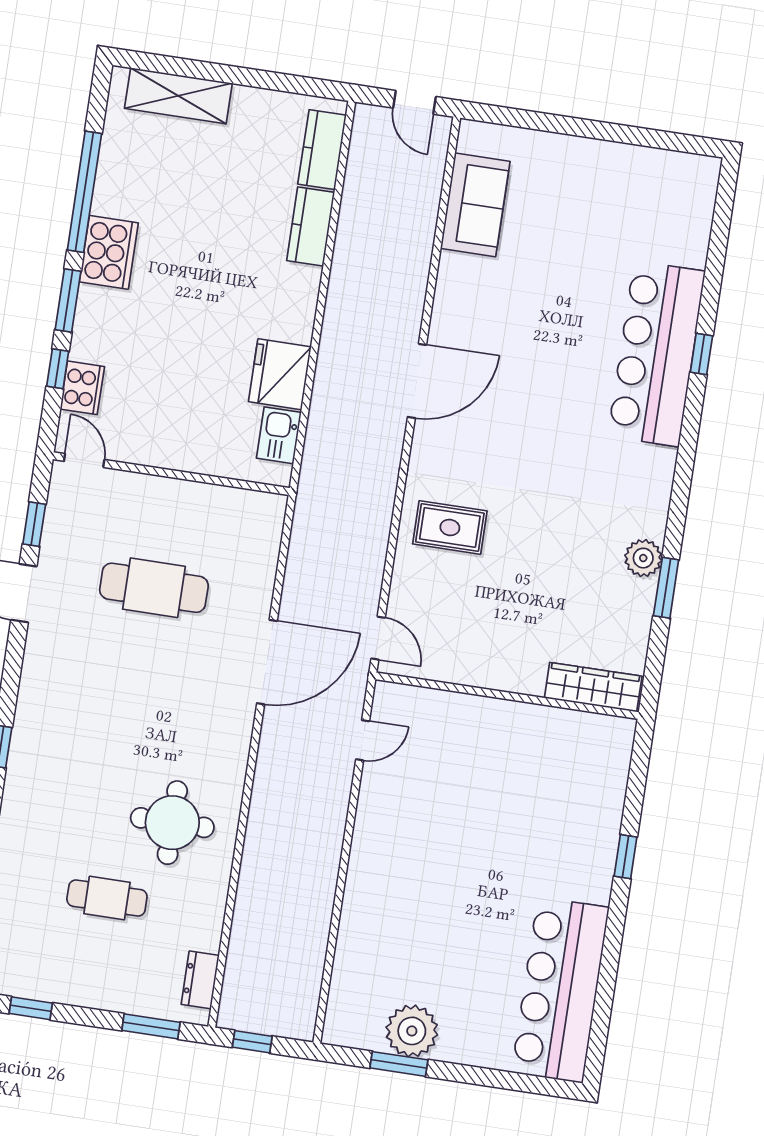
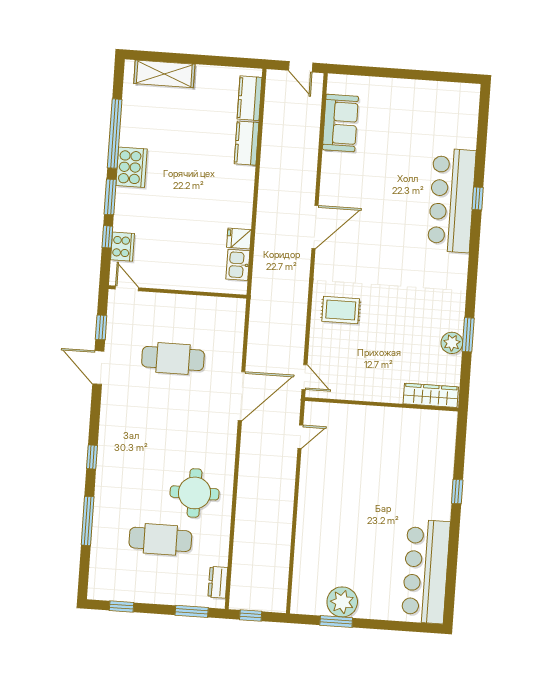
fridge: (280, 374) -> (239, 239), width x0.53, depth x0.75
plant: (643, 558) -> (452, 343), moved
cafe table: (107, 898) -> (160, 539), width x1.37, depth x1.35

